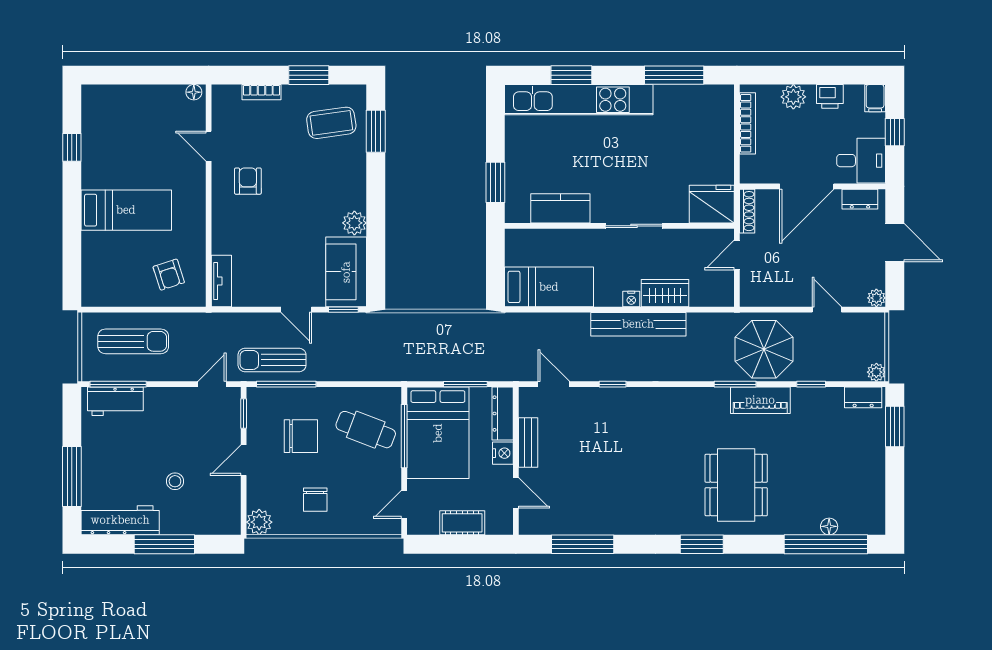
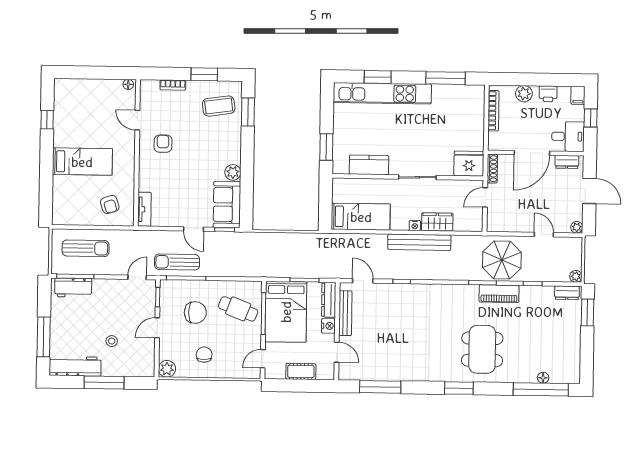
bench: (528, 443) -> (345, 313), width x1.36
chair: (315, 500) -> (204, 355), turned 180

